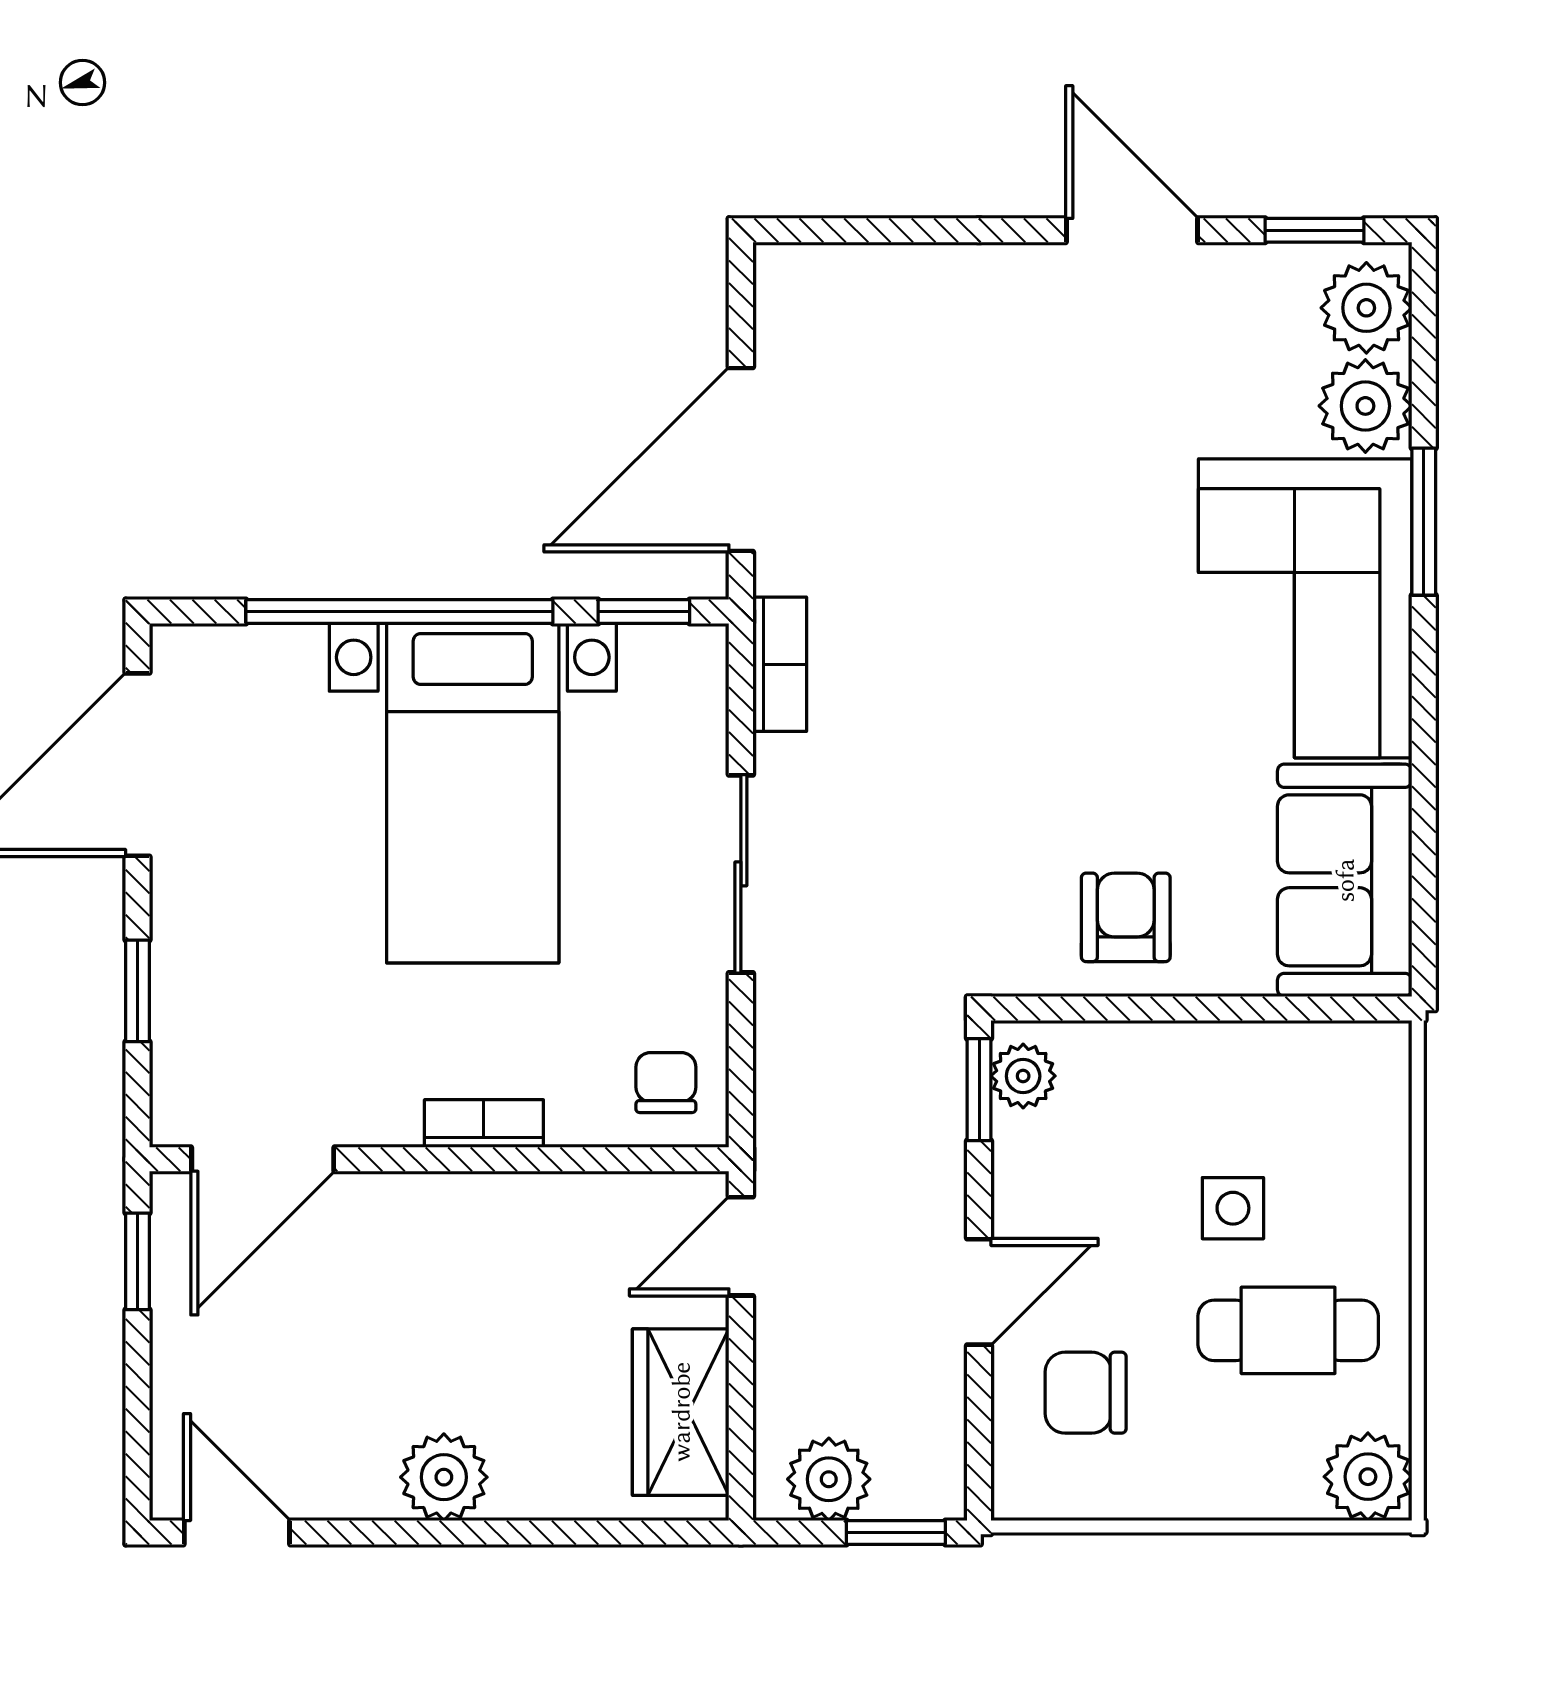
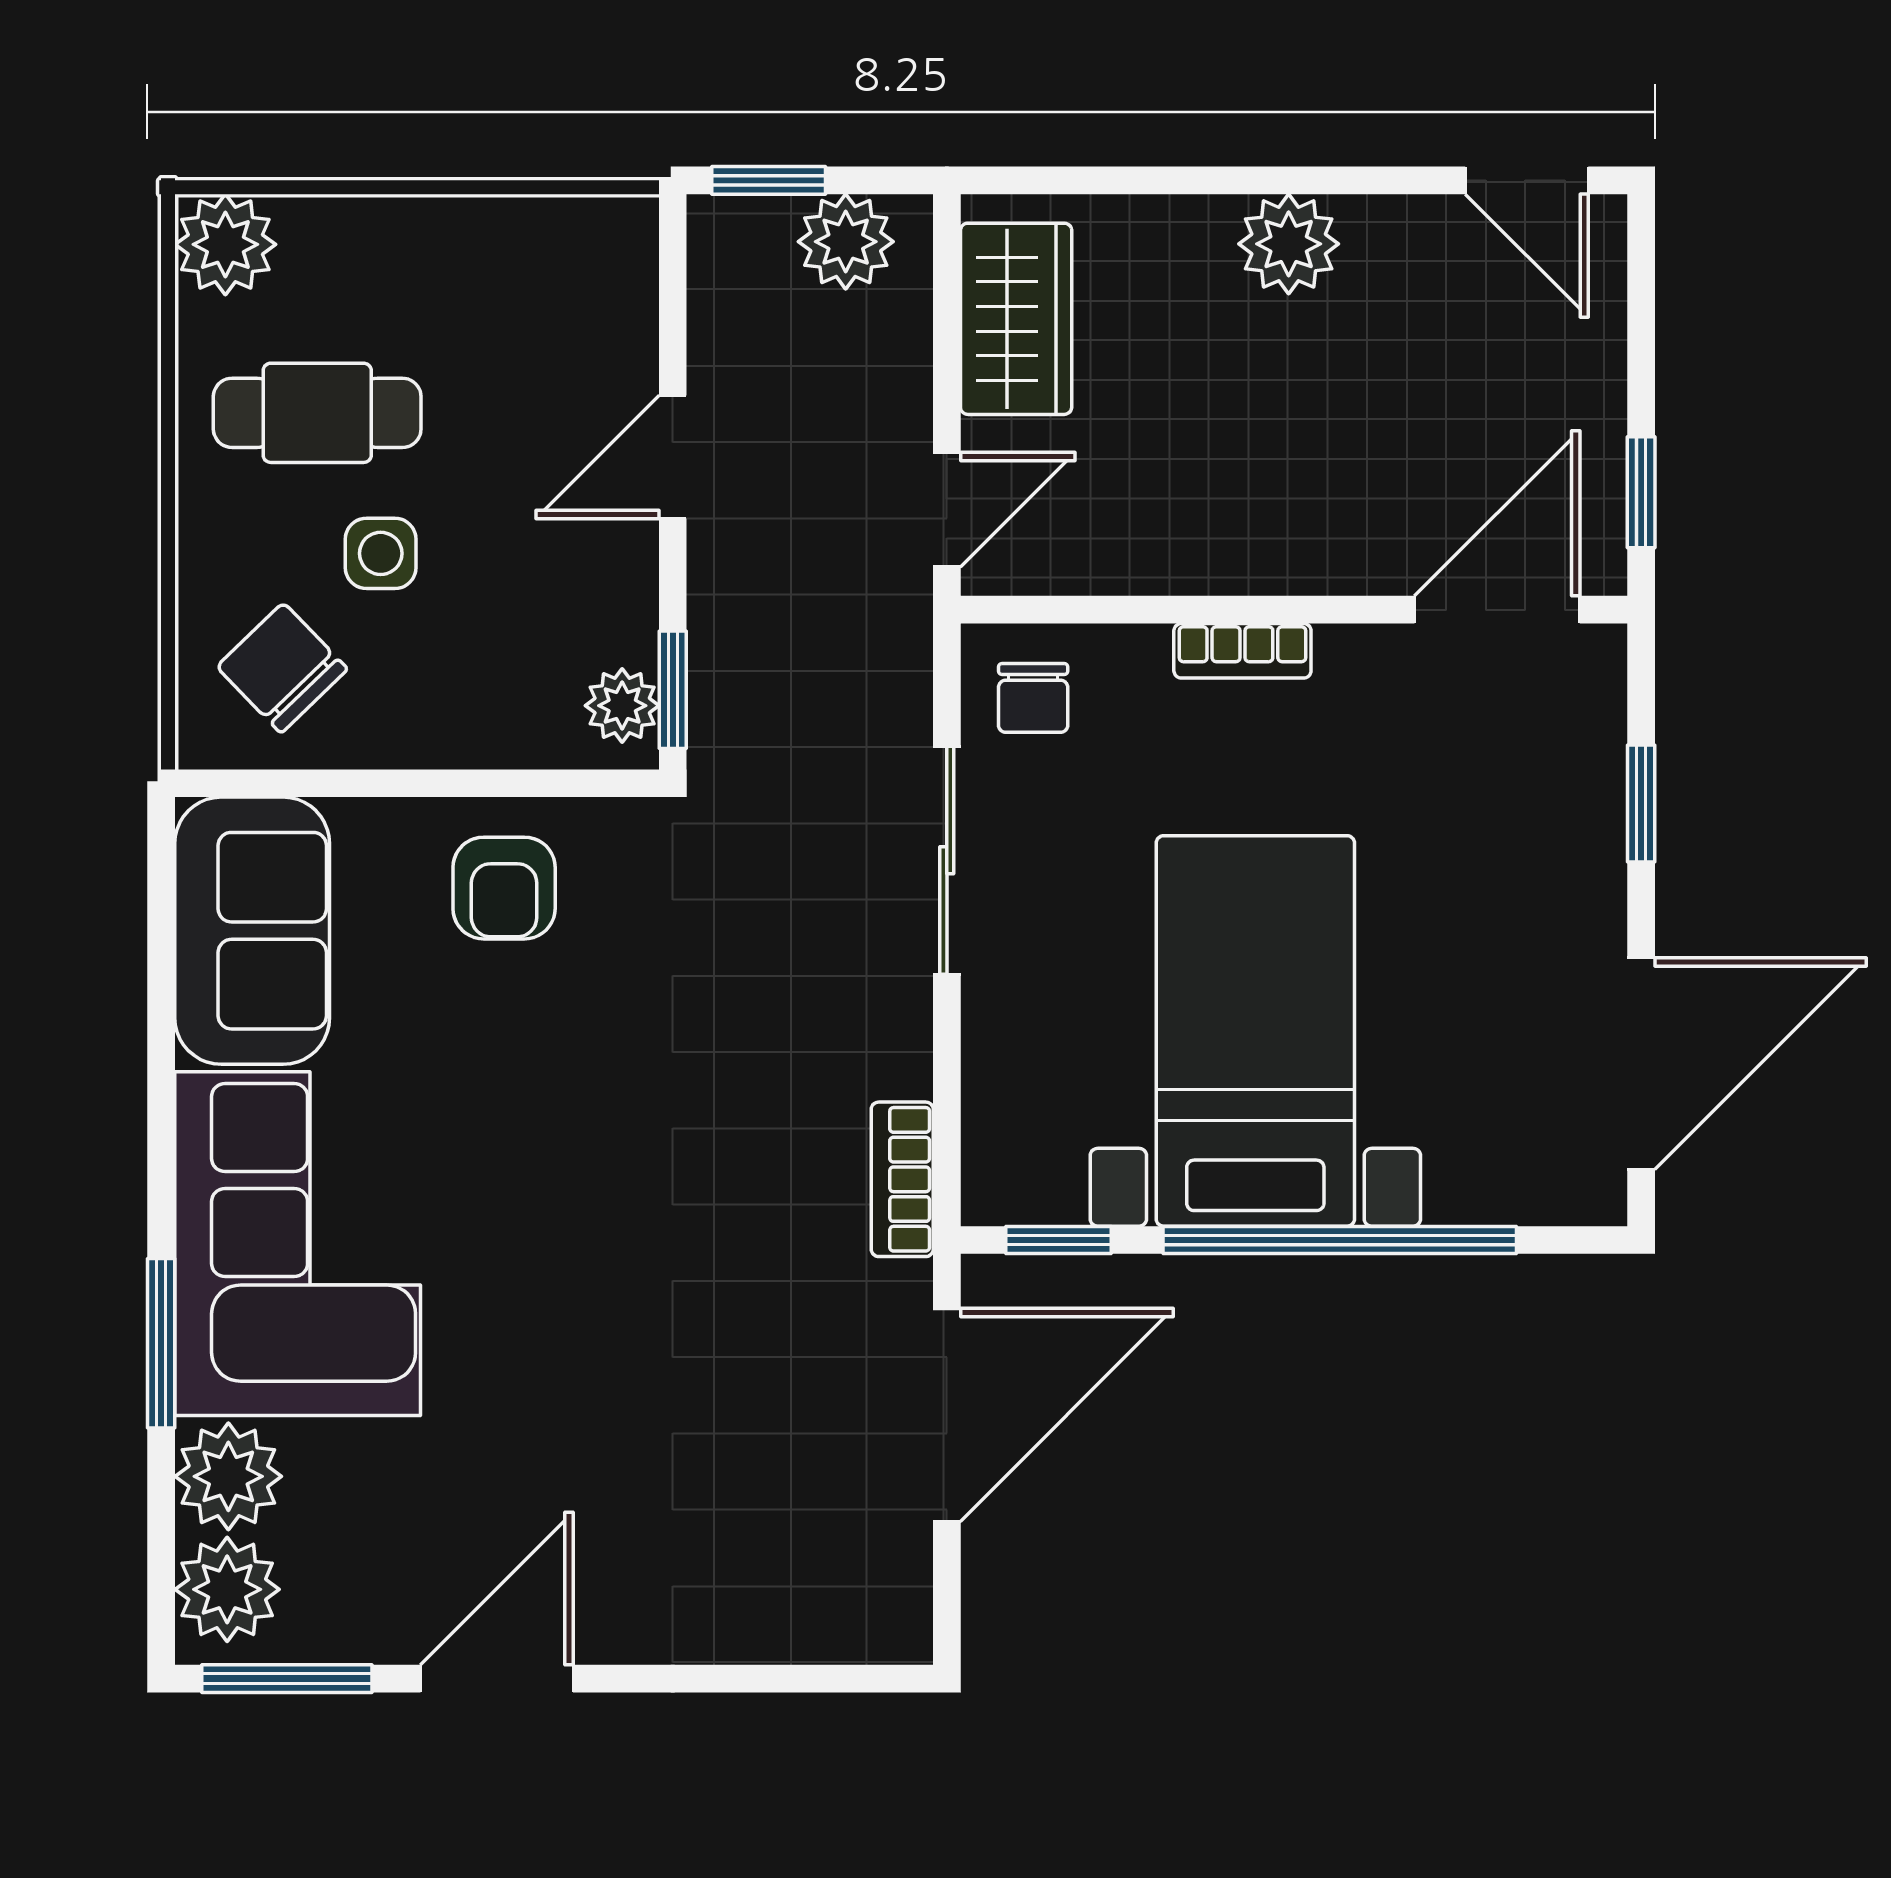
door: (1132, 230) -> (497, 1679), swing flipped
window: (1315, 230) -> (287, 1679), width x1.50
sliding door: (741, 874) -> (947, 860), moved
chair: (1086, 1393) -> (282, 668), moved, turned -134

